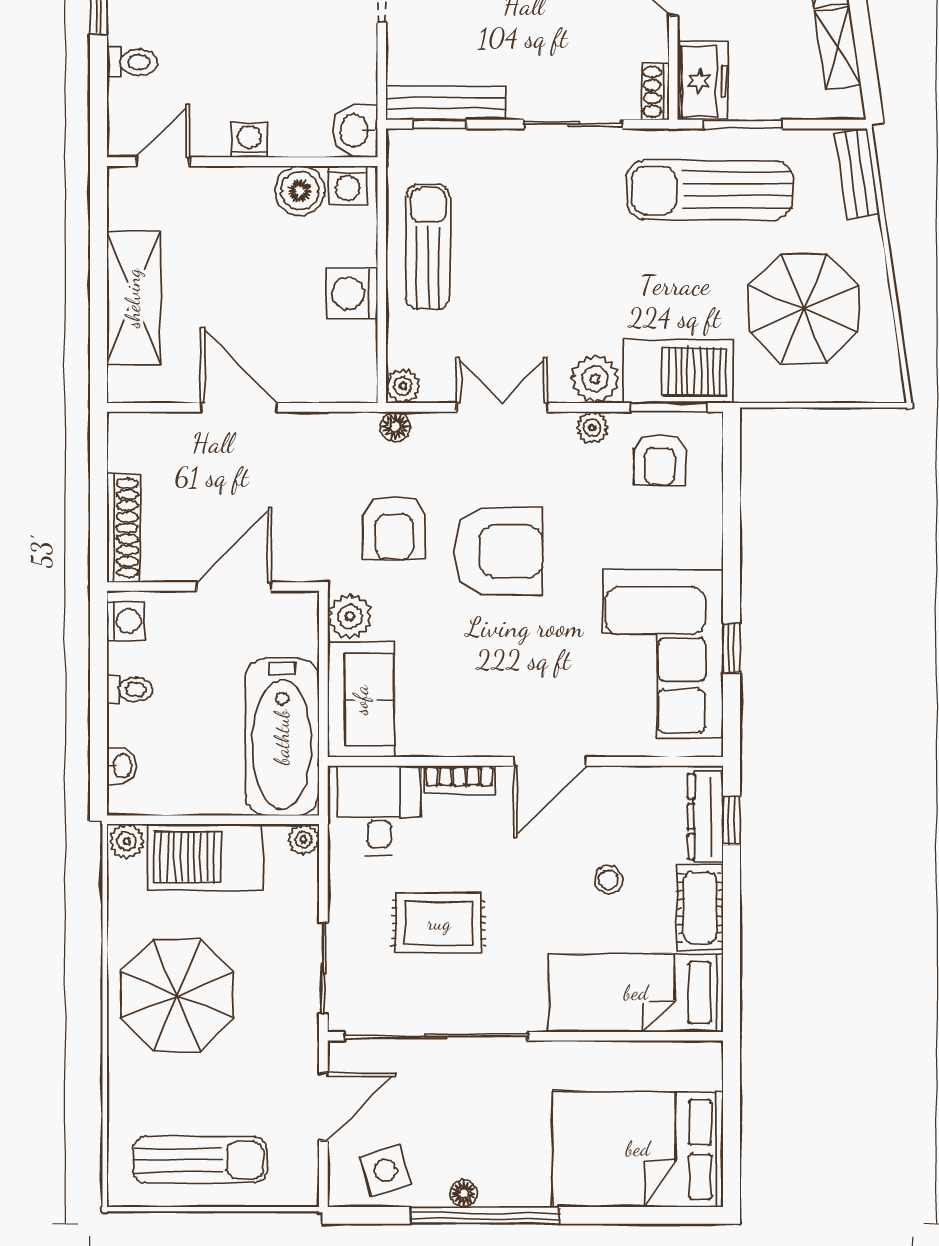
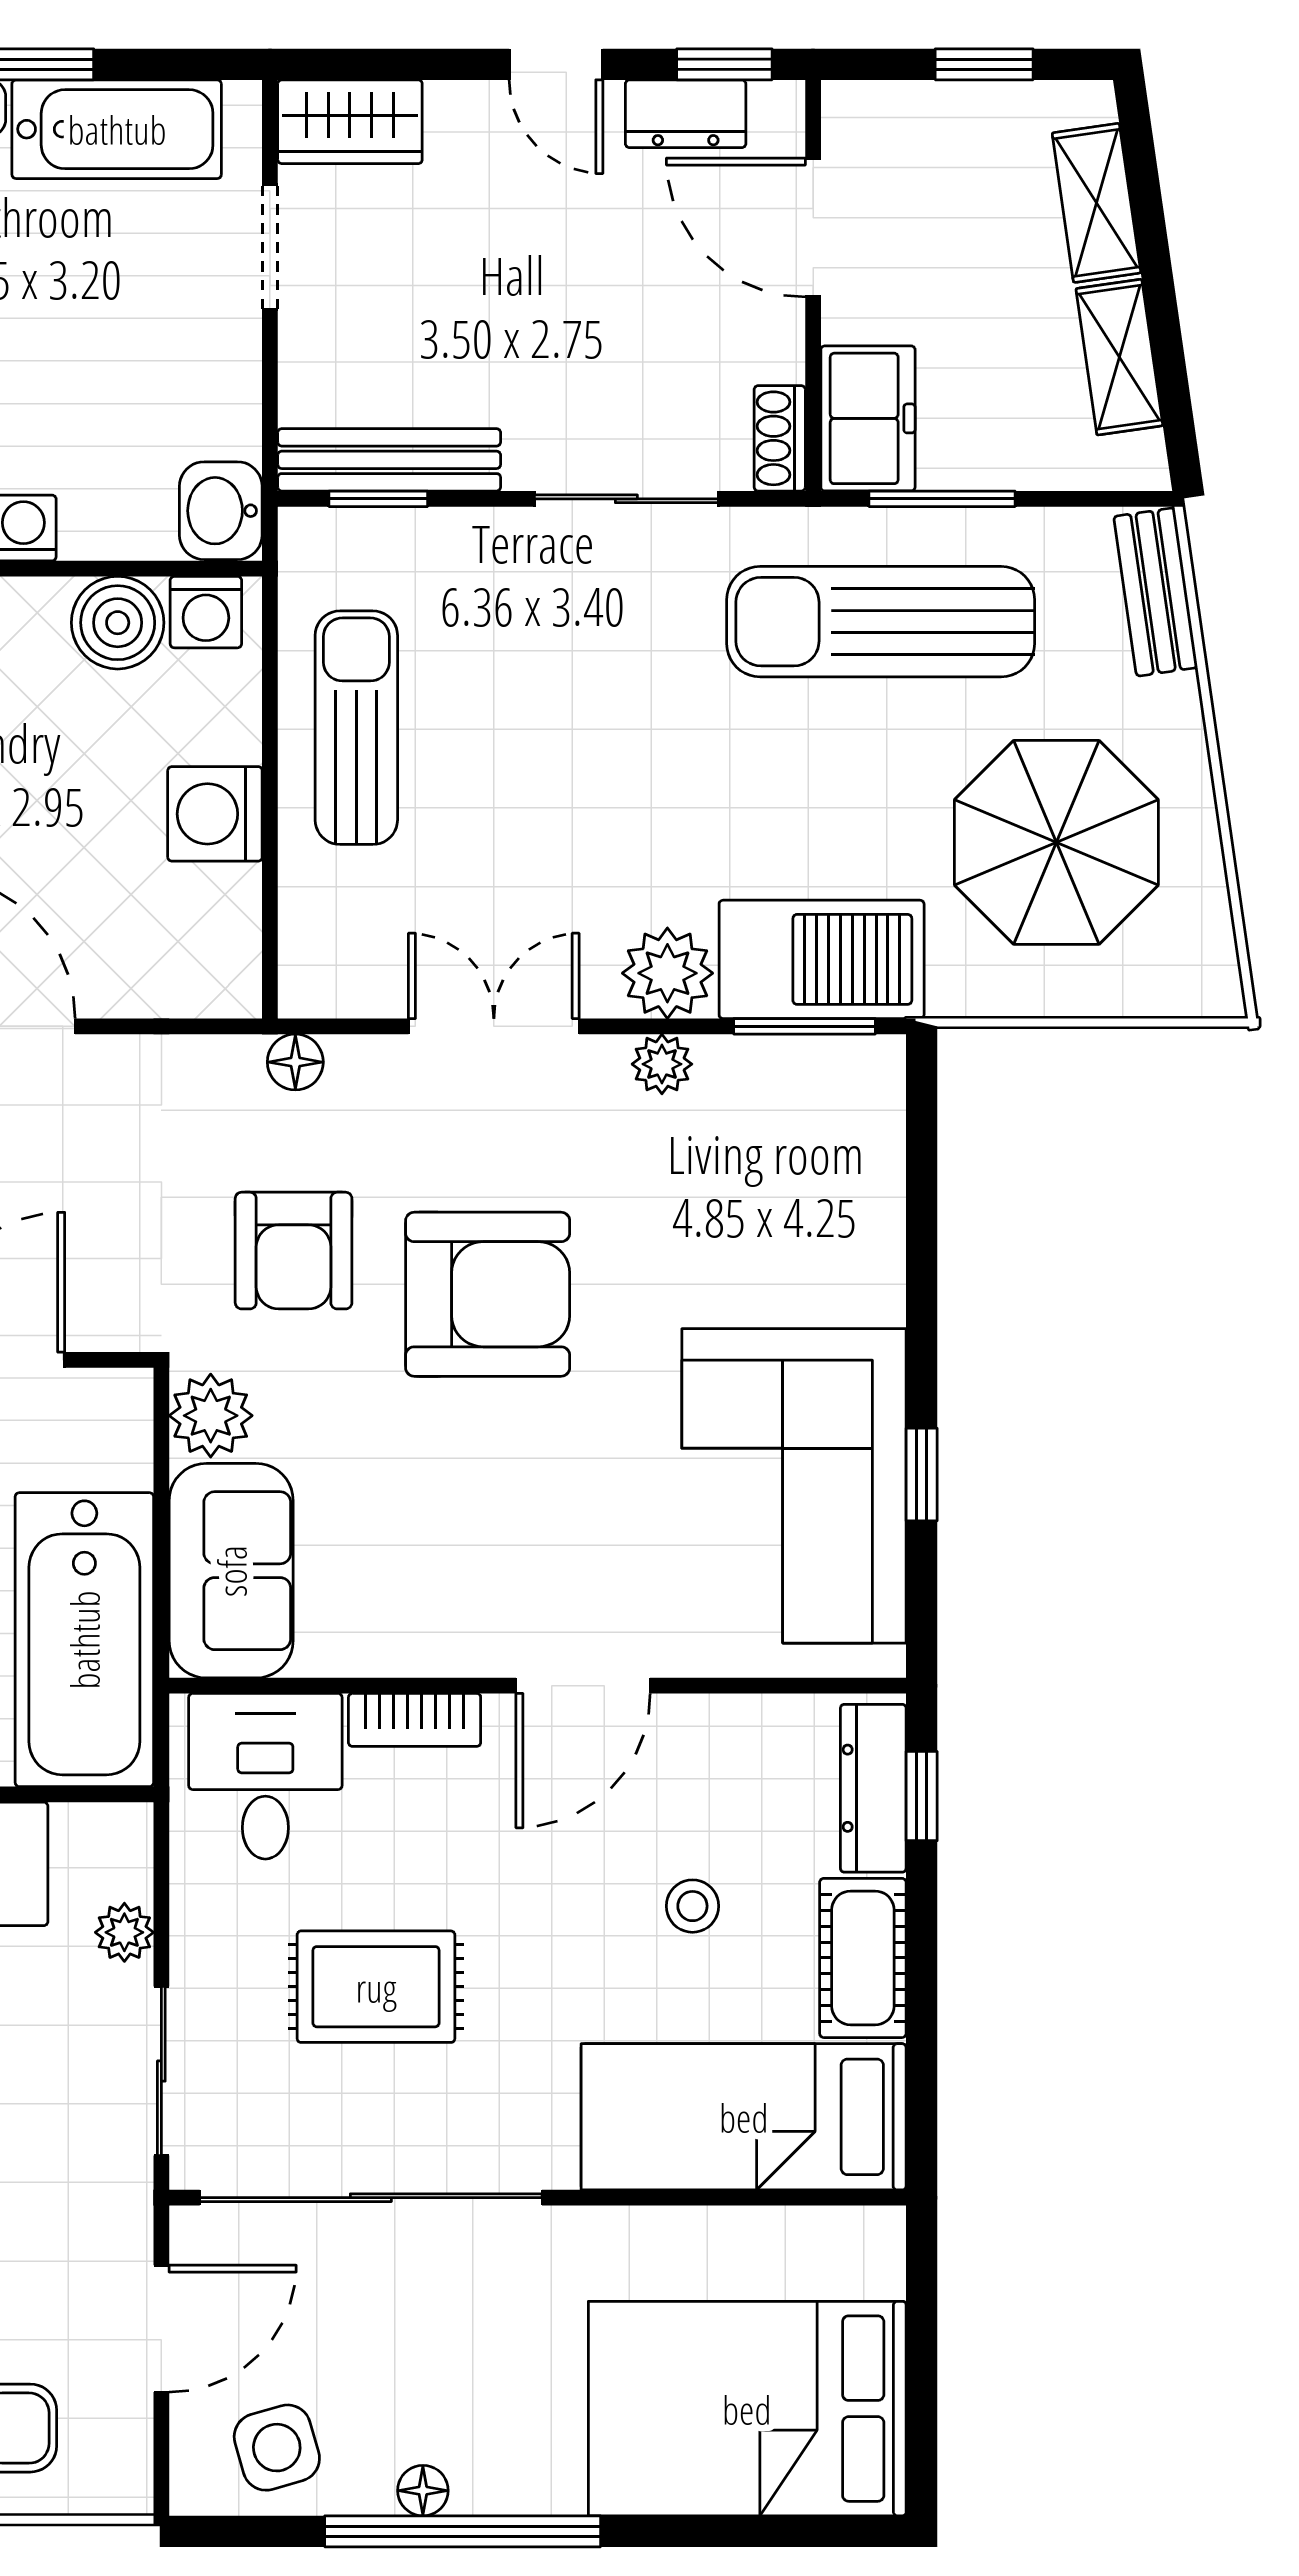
plant: (403, 386) -> (310, 987), removed
armchair: (660, 459) -> (788, 1123), removed
plant: (304, 840) -> (124, 1932), moved

